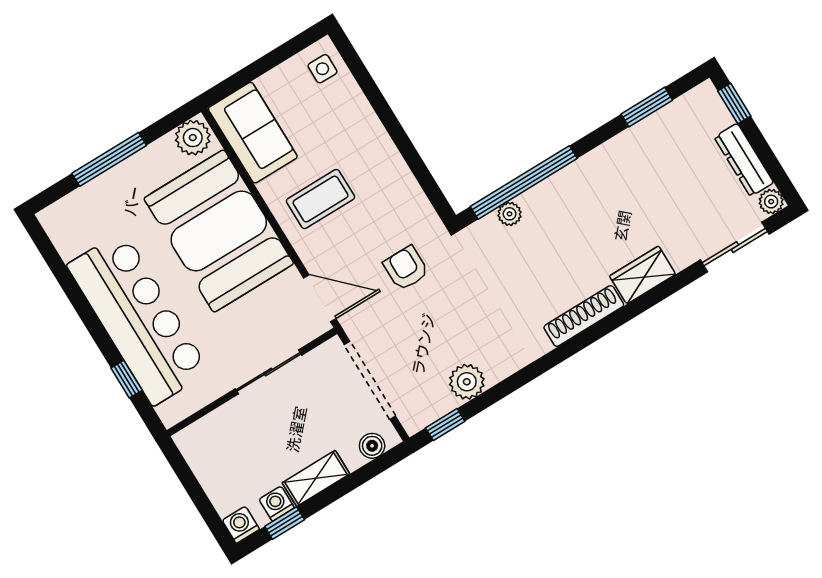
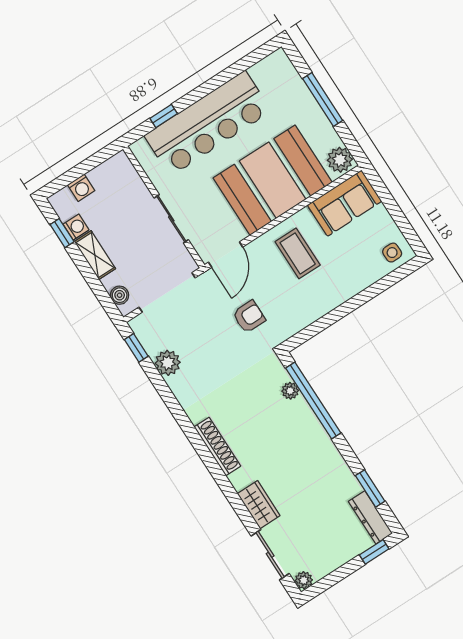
dresser: (744, 160) -> (370, 517), moved, turned -90
wardrobe: (643, 275) -> (259, 505), moved
washing machine: (241, 525) -> (81, 188), moved, turned 90

